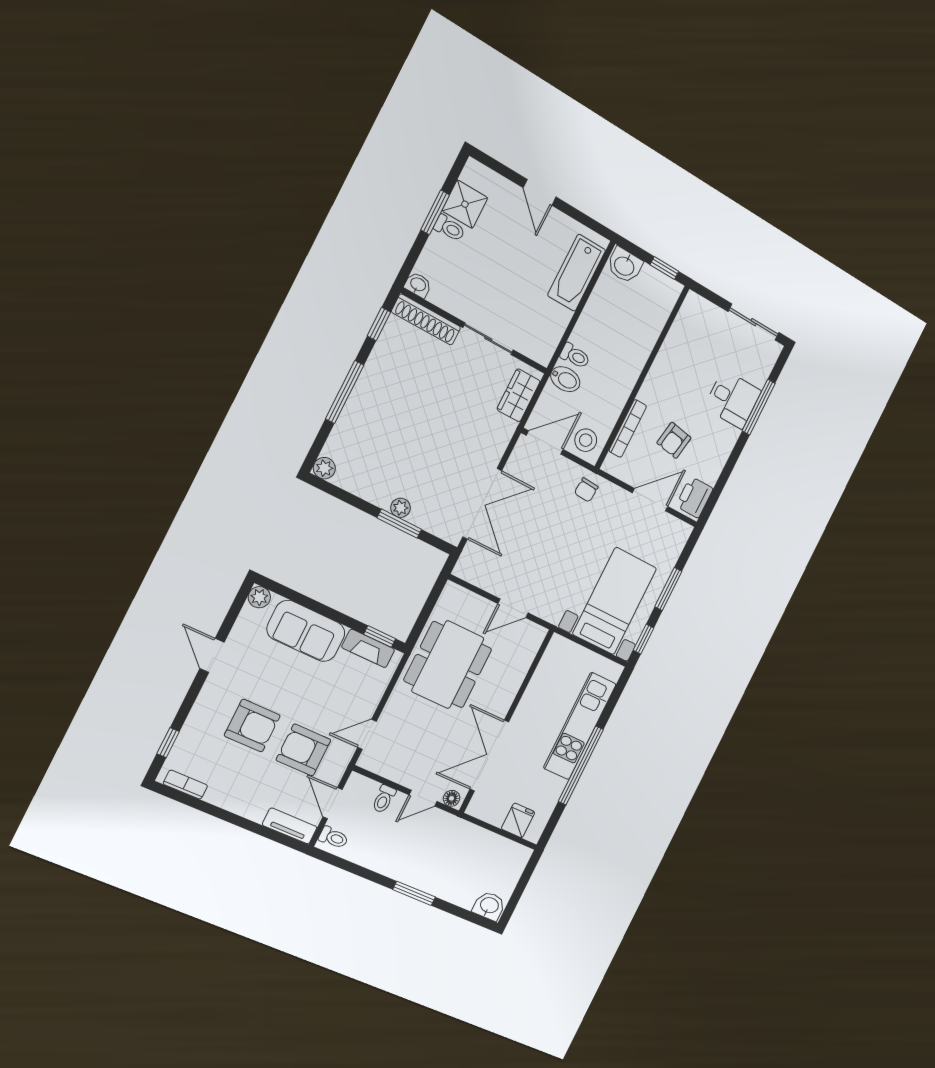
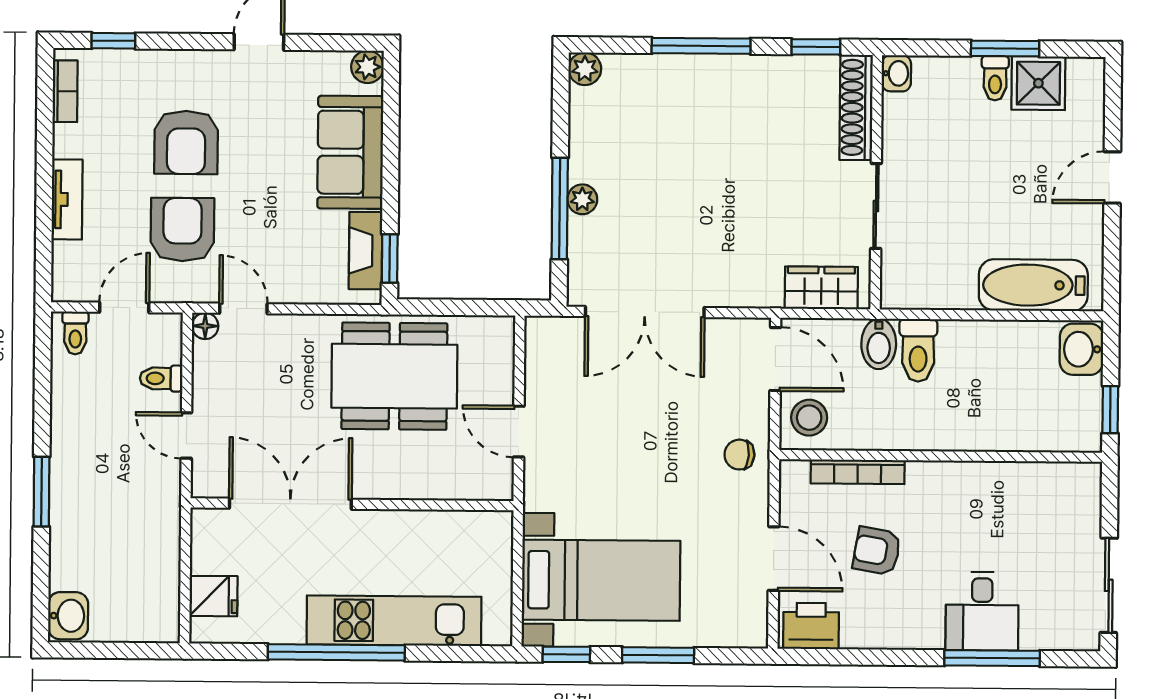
toilet: (575, 356) -> (918, 350), width x1.37, depth x1.39
window: (399, 524) -> (560, 208), width x1.44
floor lamp: (452, 798) -> (205, 326), moved
tv unit: (290, 826) -> (67, 199), moved

